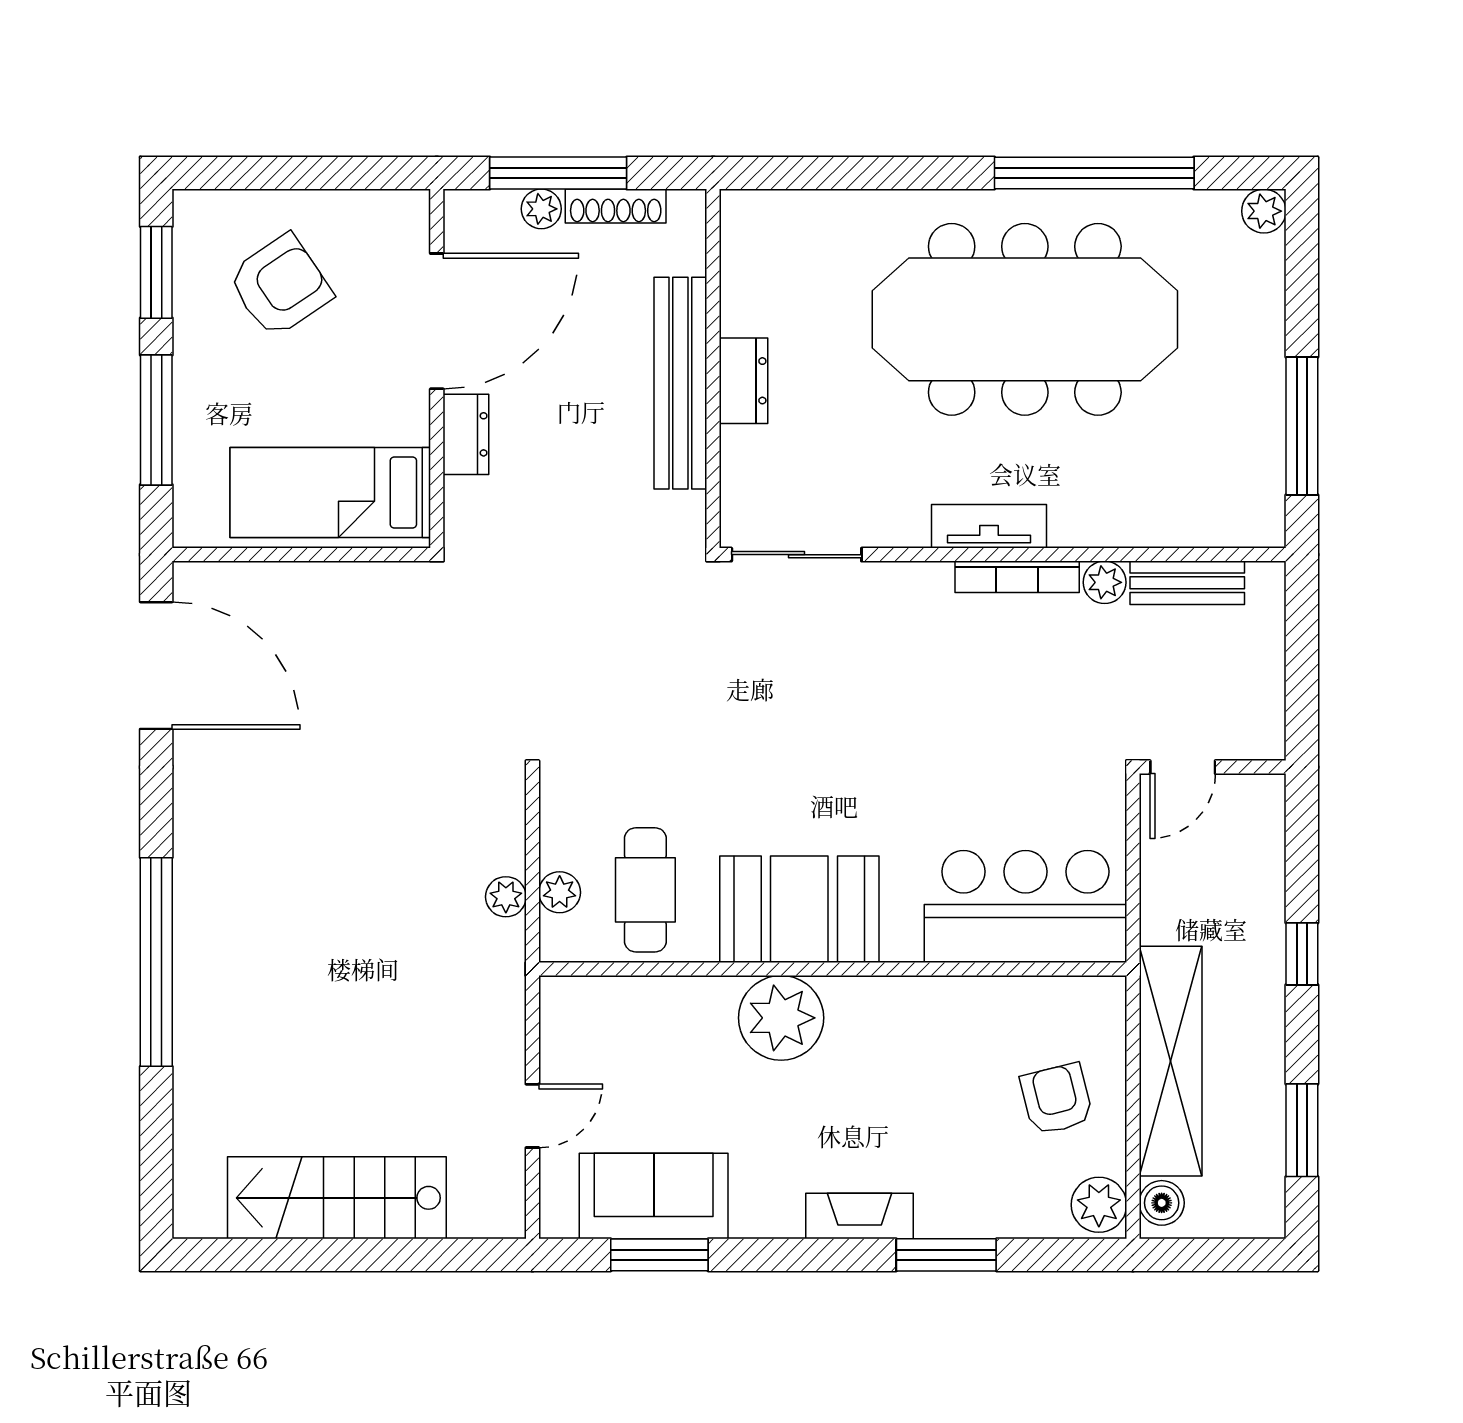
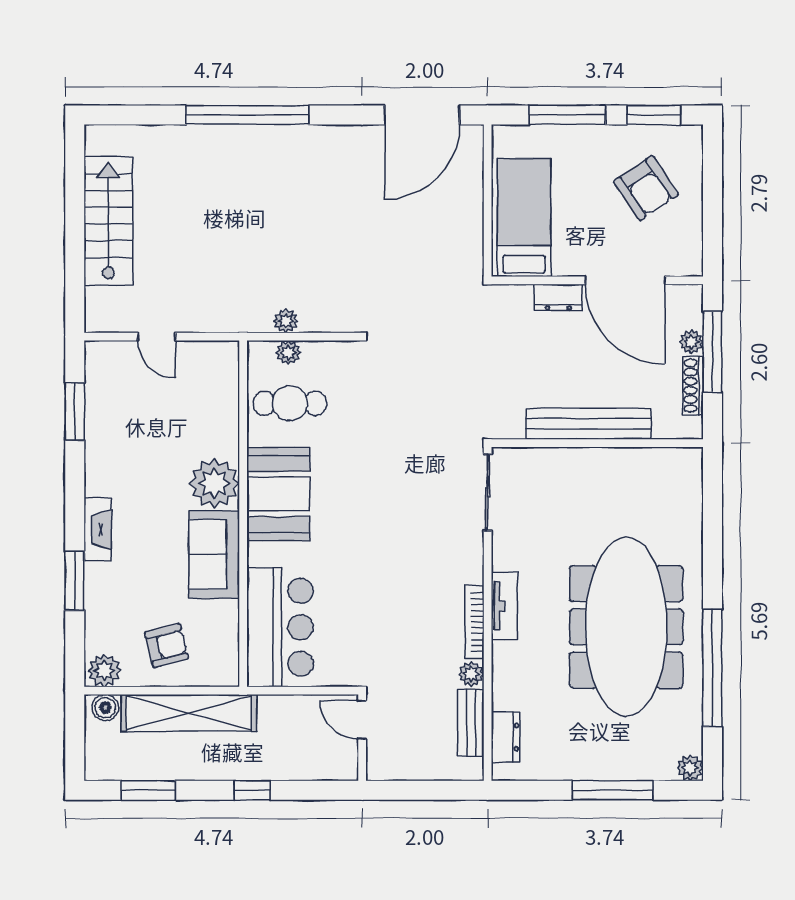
dresser: (744, 381) -> (505, 737), moved, turned -90
window: (1302, 426) -> (612, 790), moved
sofa: (654, 1196) -> (214, 554), moved, turned 180

